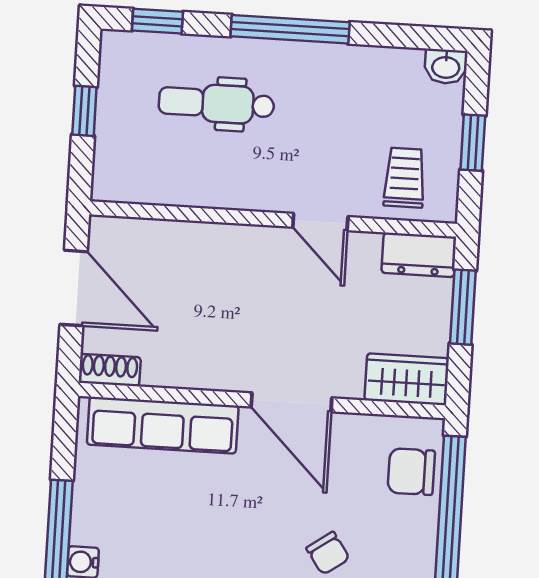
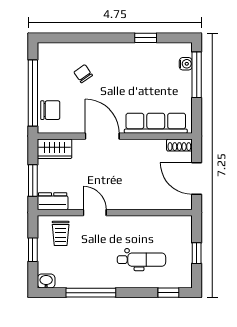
window: (290, 29) -> (91, 293), moved

